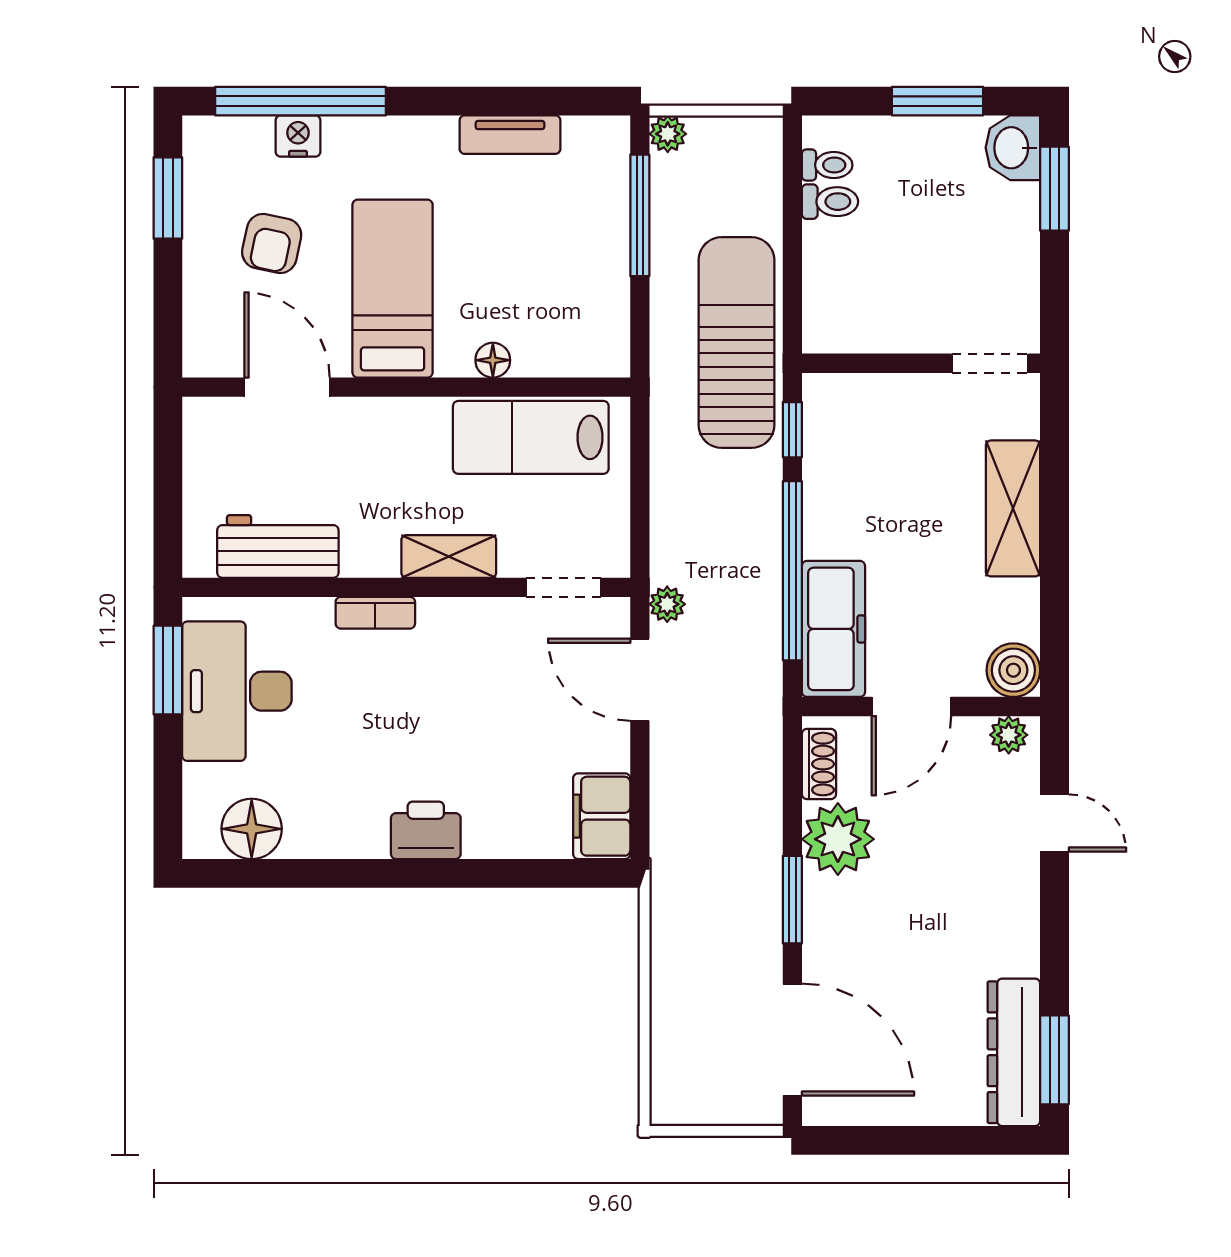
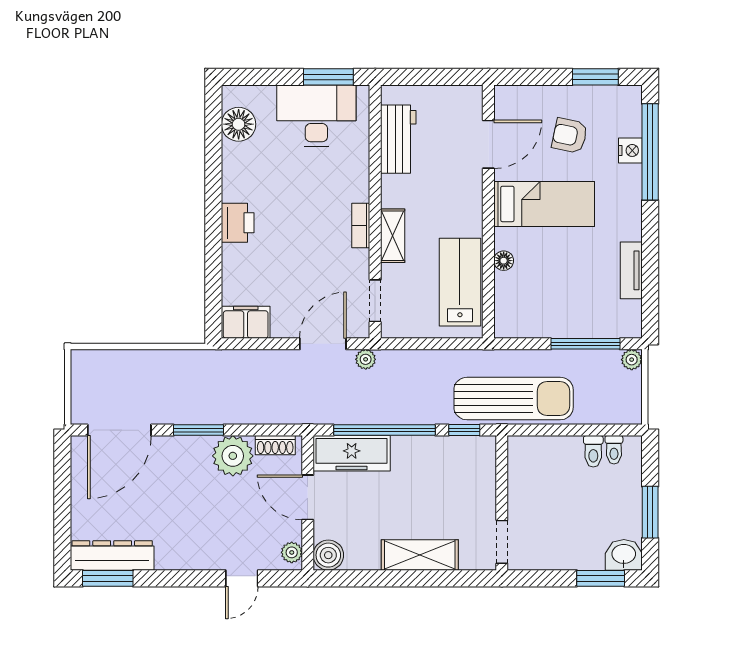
bookcase: (375, 613) -> (361, 226), moved

